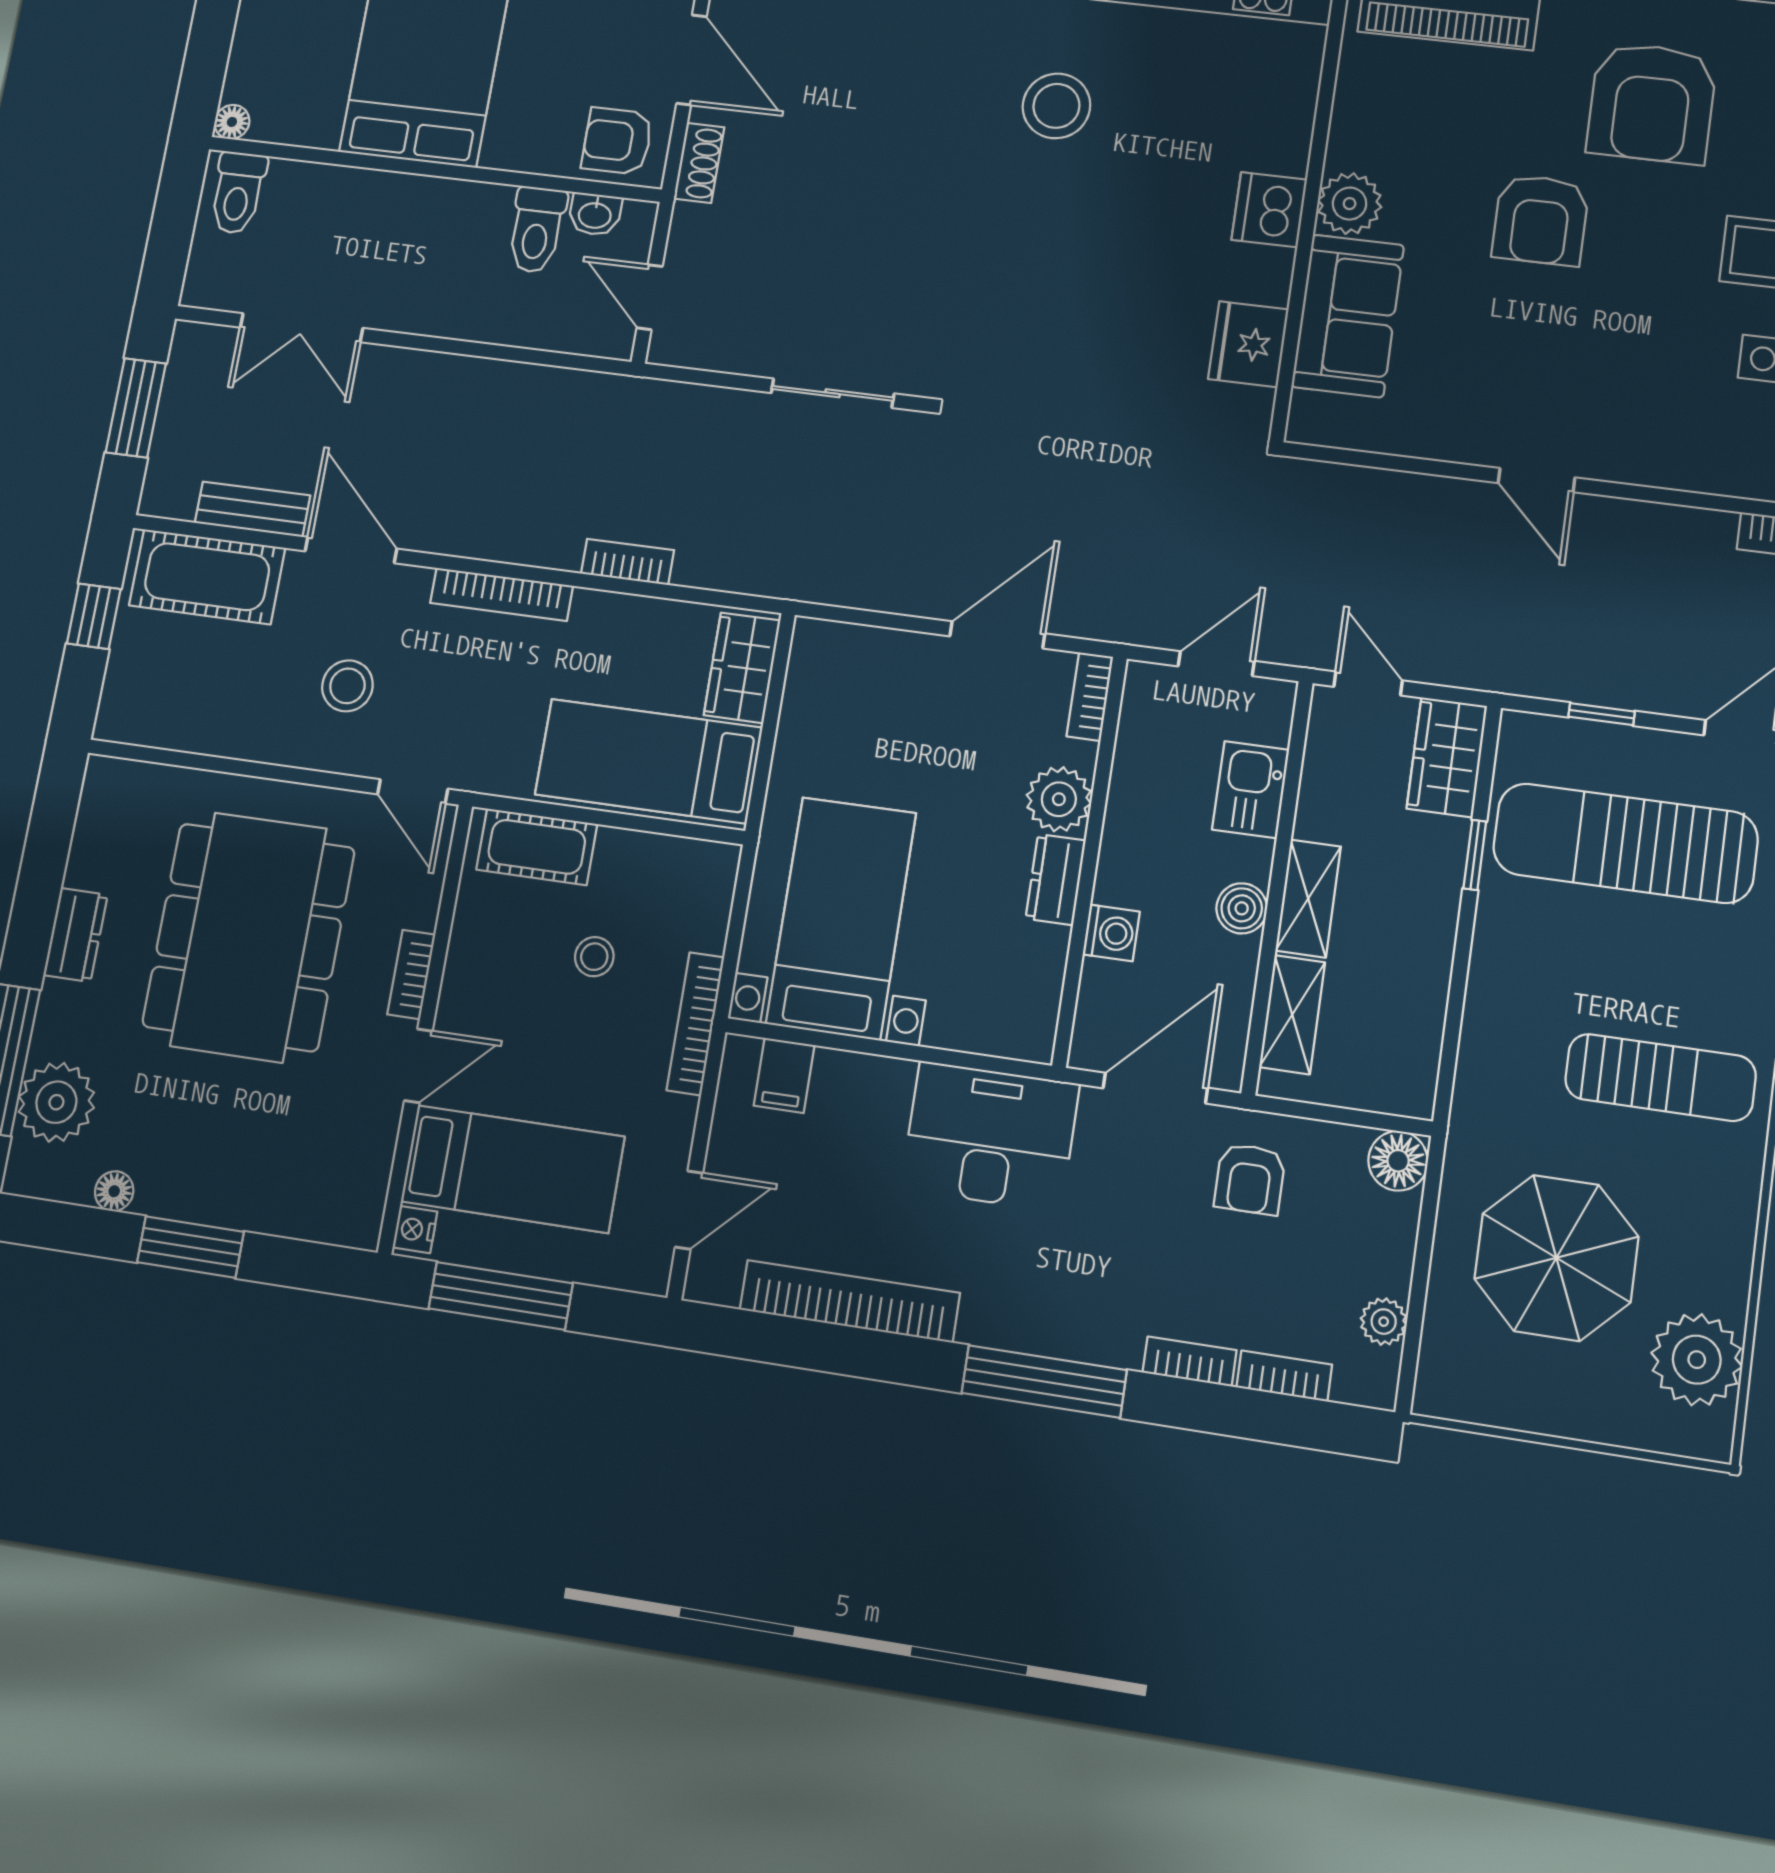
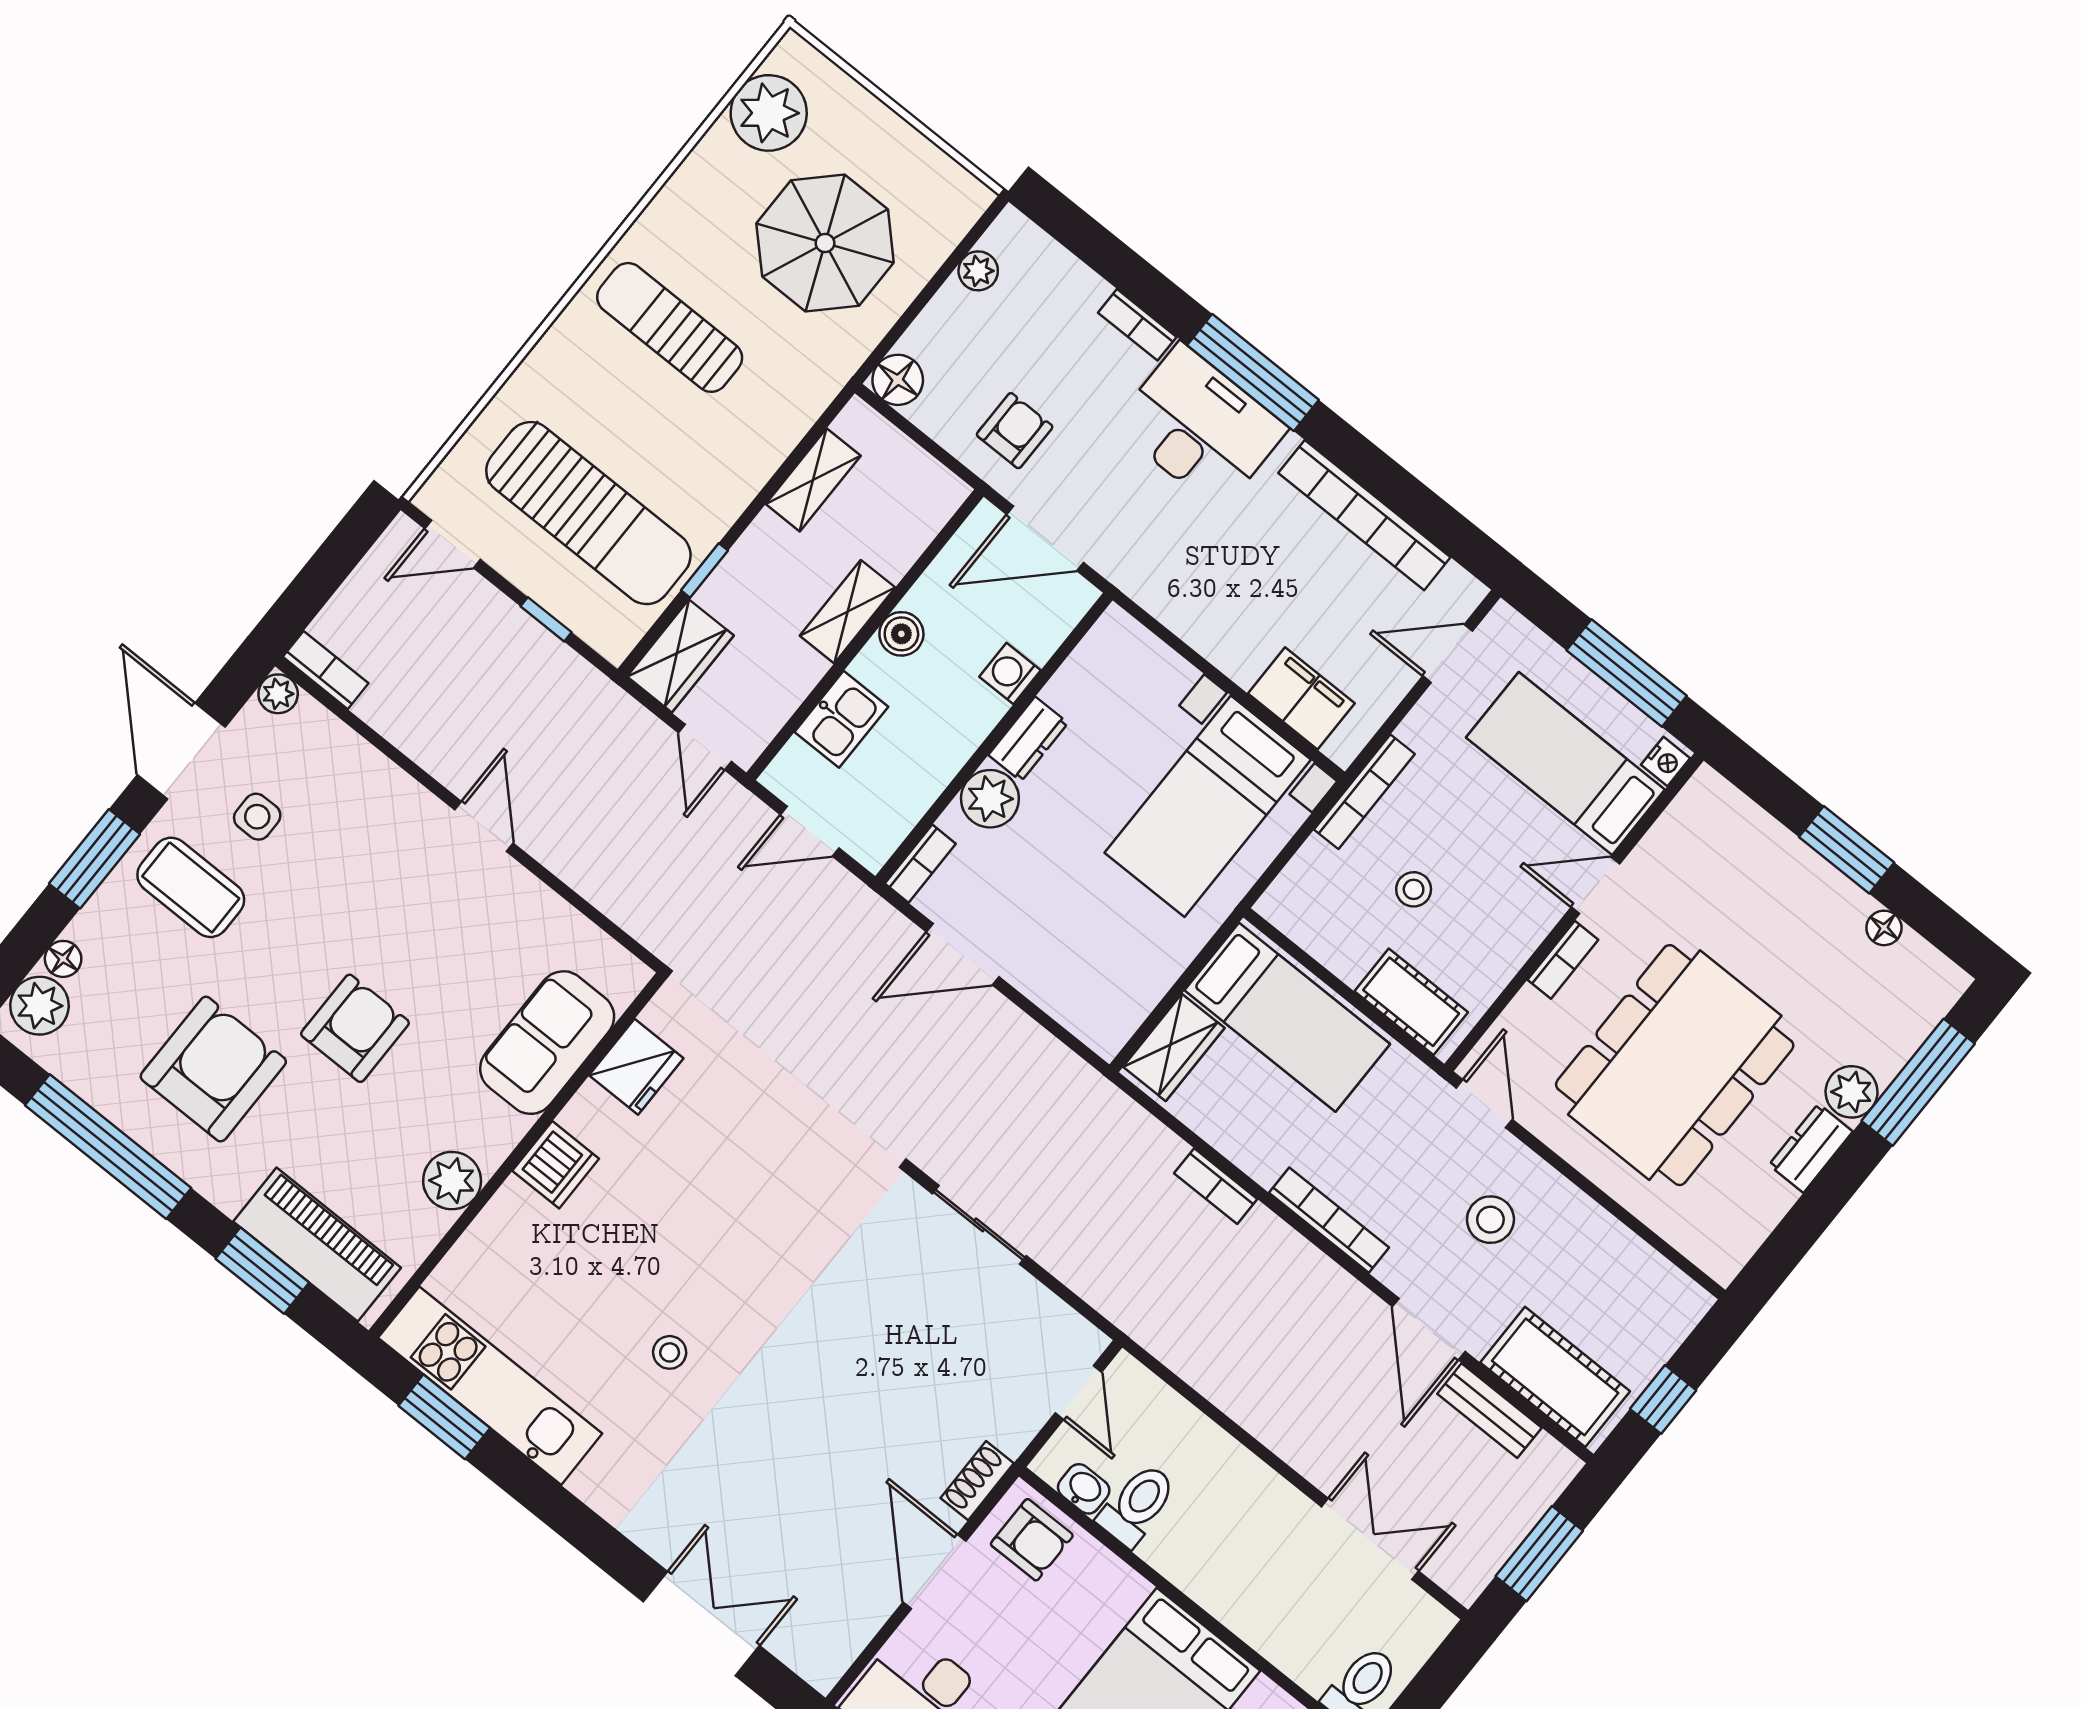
stool: (1056, 106) -> (670, 1352), width x0.53, depth x0.53
plant: (1350, 204) -> (452, 1181), moved
shelving: (1292, 1015) -> (813, 480), moved
filing cabinet: (784, 1075) -> (1301, 698), width x2.00
plant: (56, 1102) -> (1852, 1092), moved, width x0.73, depth x0.73
desk: (990, 1136) -> (1200, 427), moved, turned 180
bookcase: (1284, 1376) -> (1074, 274), removed

